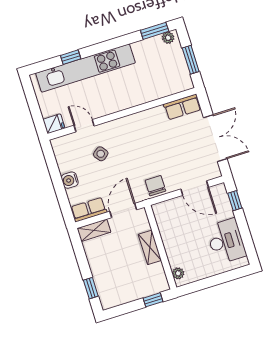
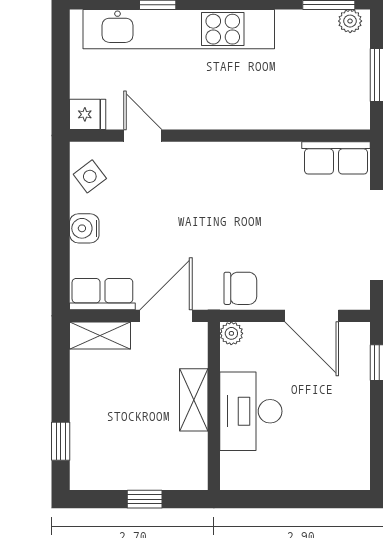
side table: (101, 154) -> (90, 176), moved
chair: (155, 186) -> (240, 288), turned 90
desk: (226, 241) -> (251, 411), moved, turned 180
plant: (178, 273) -> (231, 333), moved
window: (153, 300) -> (145, 499), moved

